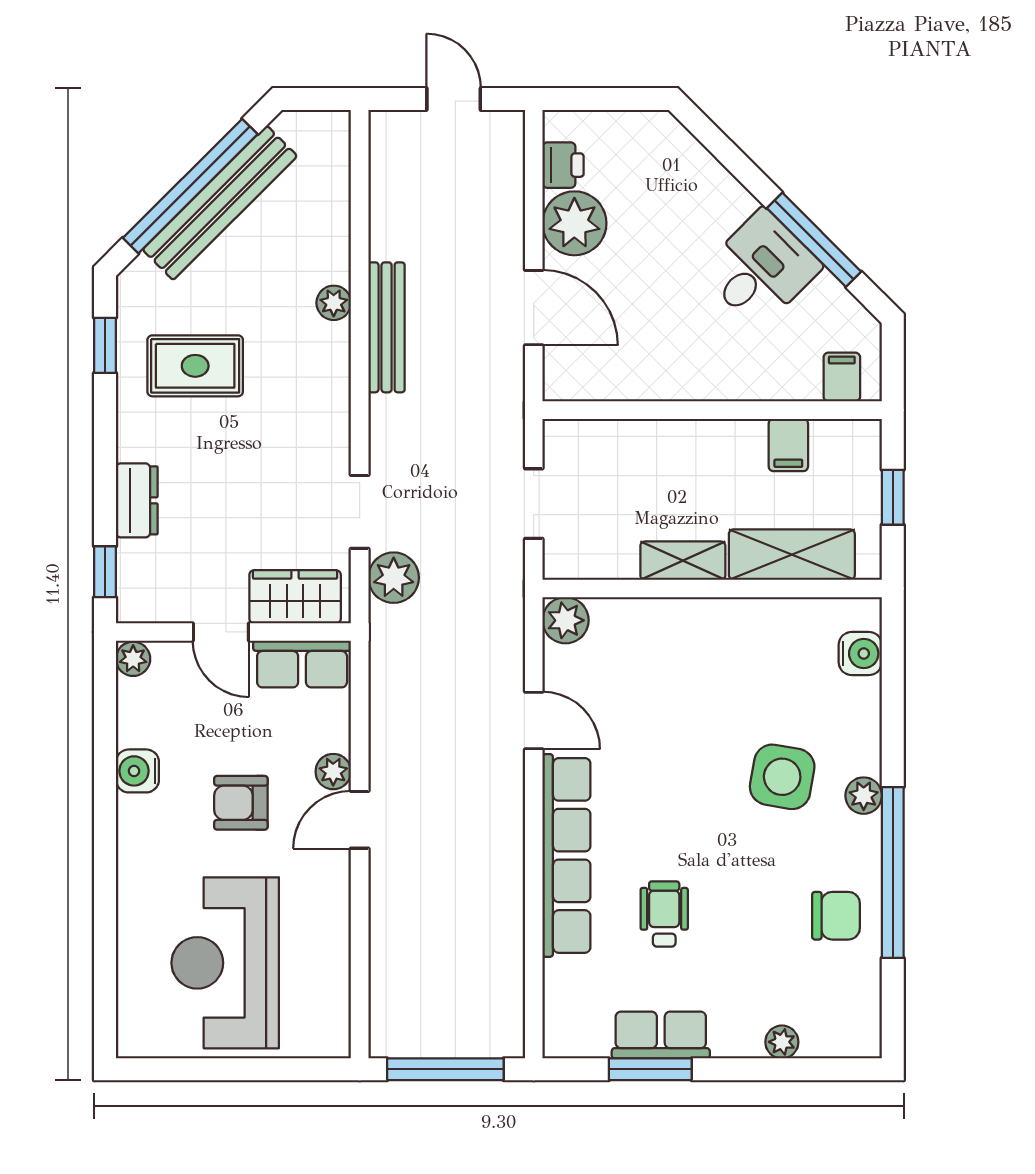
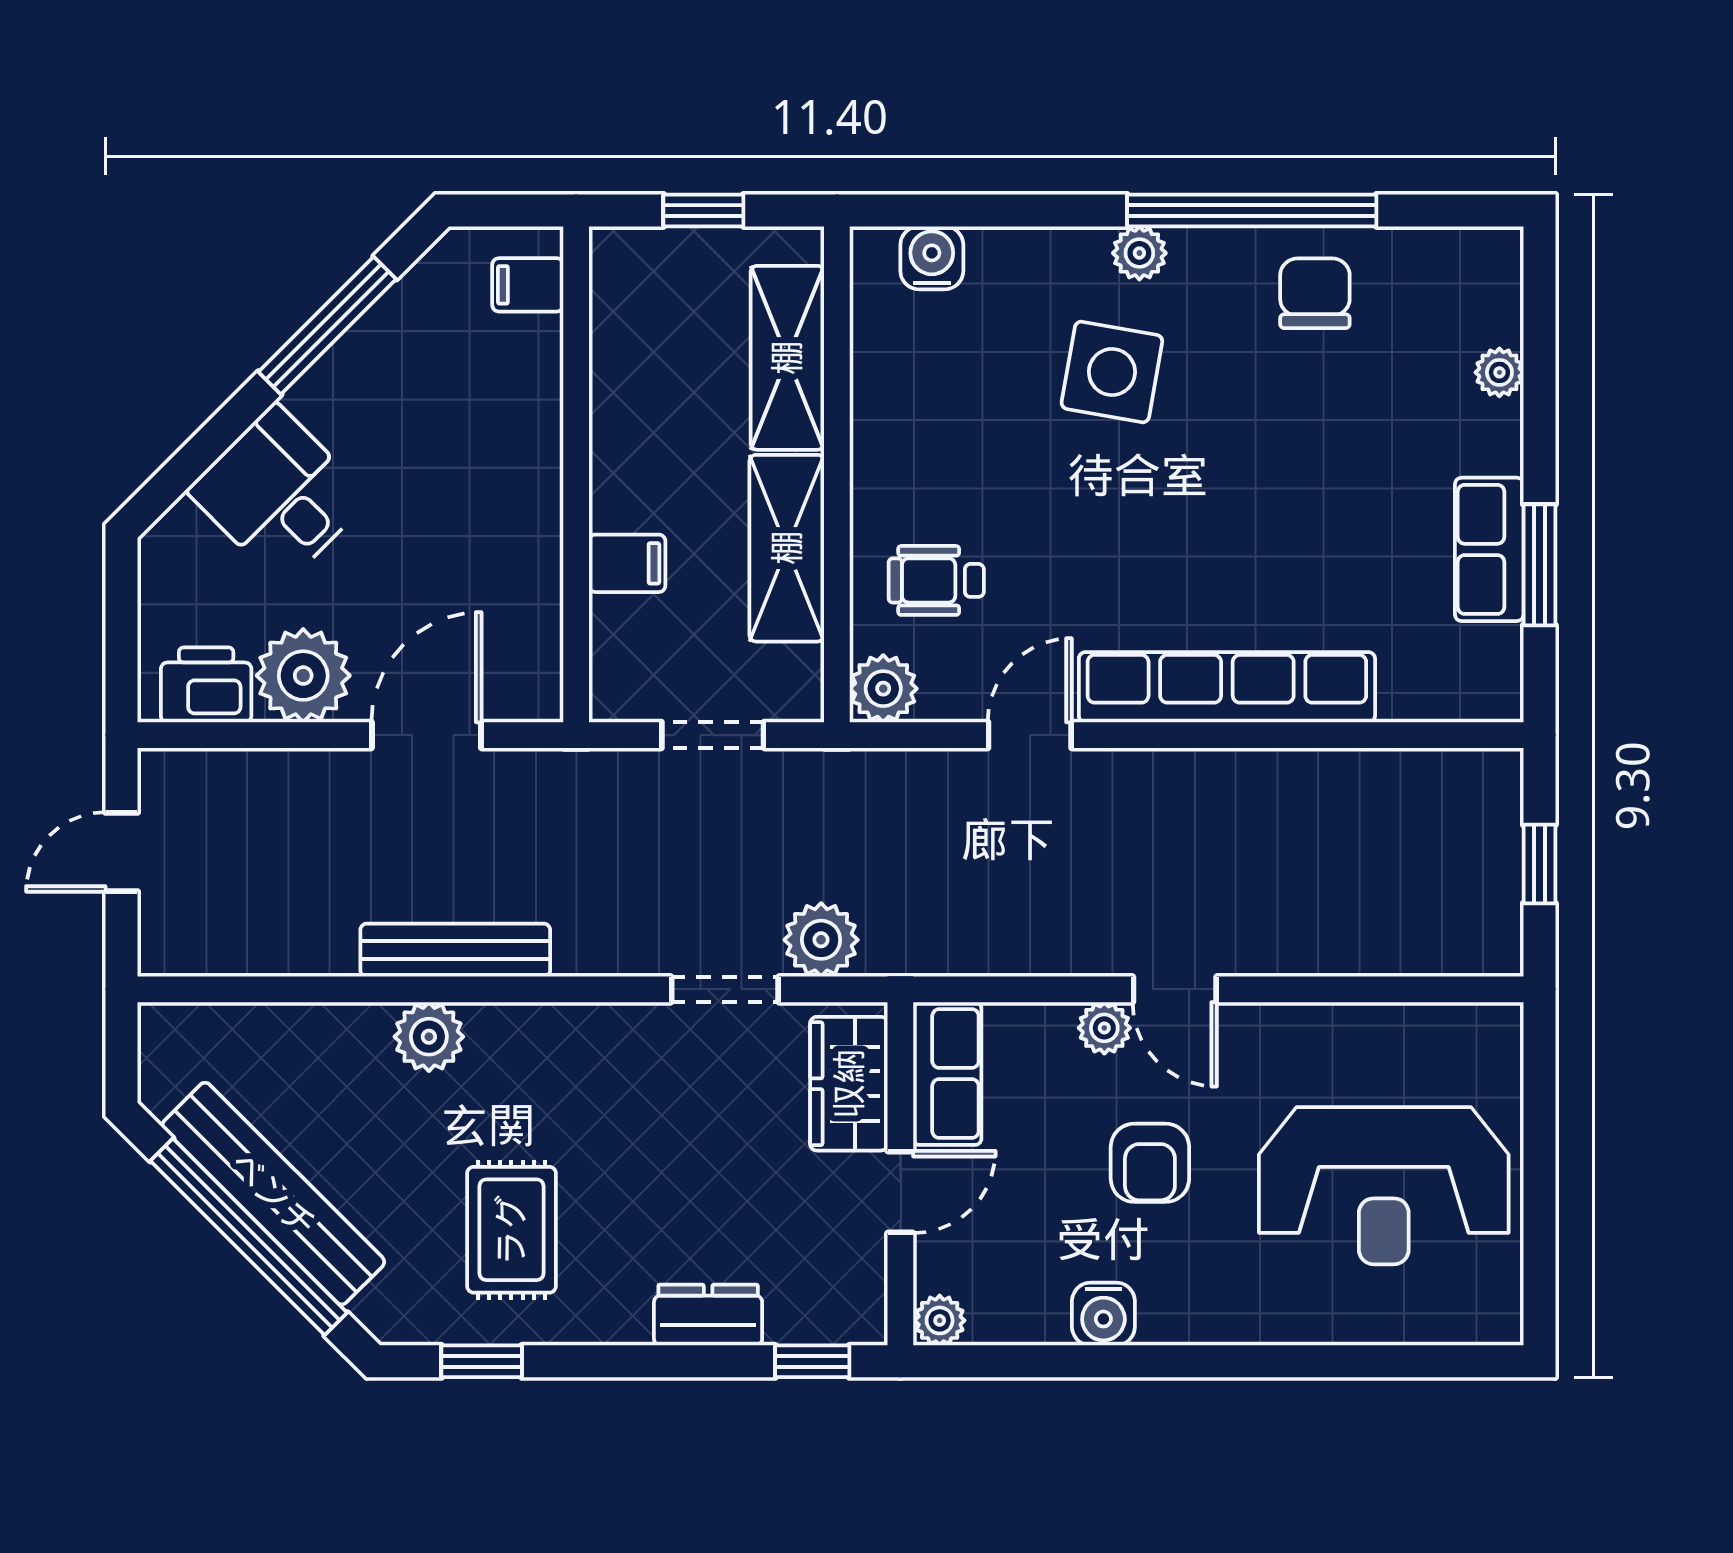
printer: (563, 165) -> (206, 685), width x1.36, depth x1.24
desk: (761, 269) -> (279, 494), moved
plant: (334, 303) -> (429, 1037), width x1.38, depth x1.38
filing cabinet: (788, 445) -> (627, 563), moved
shelving: (683, 561) -> (787, 548), width x1.50, depth x1.33
wheelchair: (664, 914) -> (936, 580), moved
window: (445, 1069) -> (1539, 864), width x0.46

